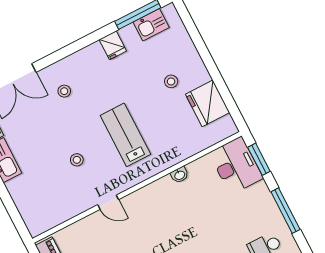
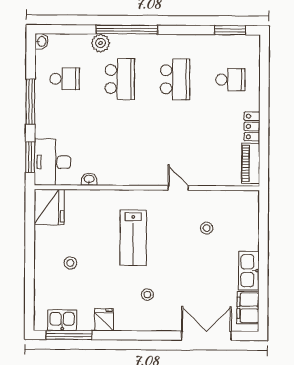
stool: (64, 91) -> (147, 295), moved
fridge: (208, 103) -> (49, 207), moved
stool: (77, 160) -> (207, 228), moved
washbasin: (180, 175) -> (89, 179), moved

